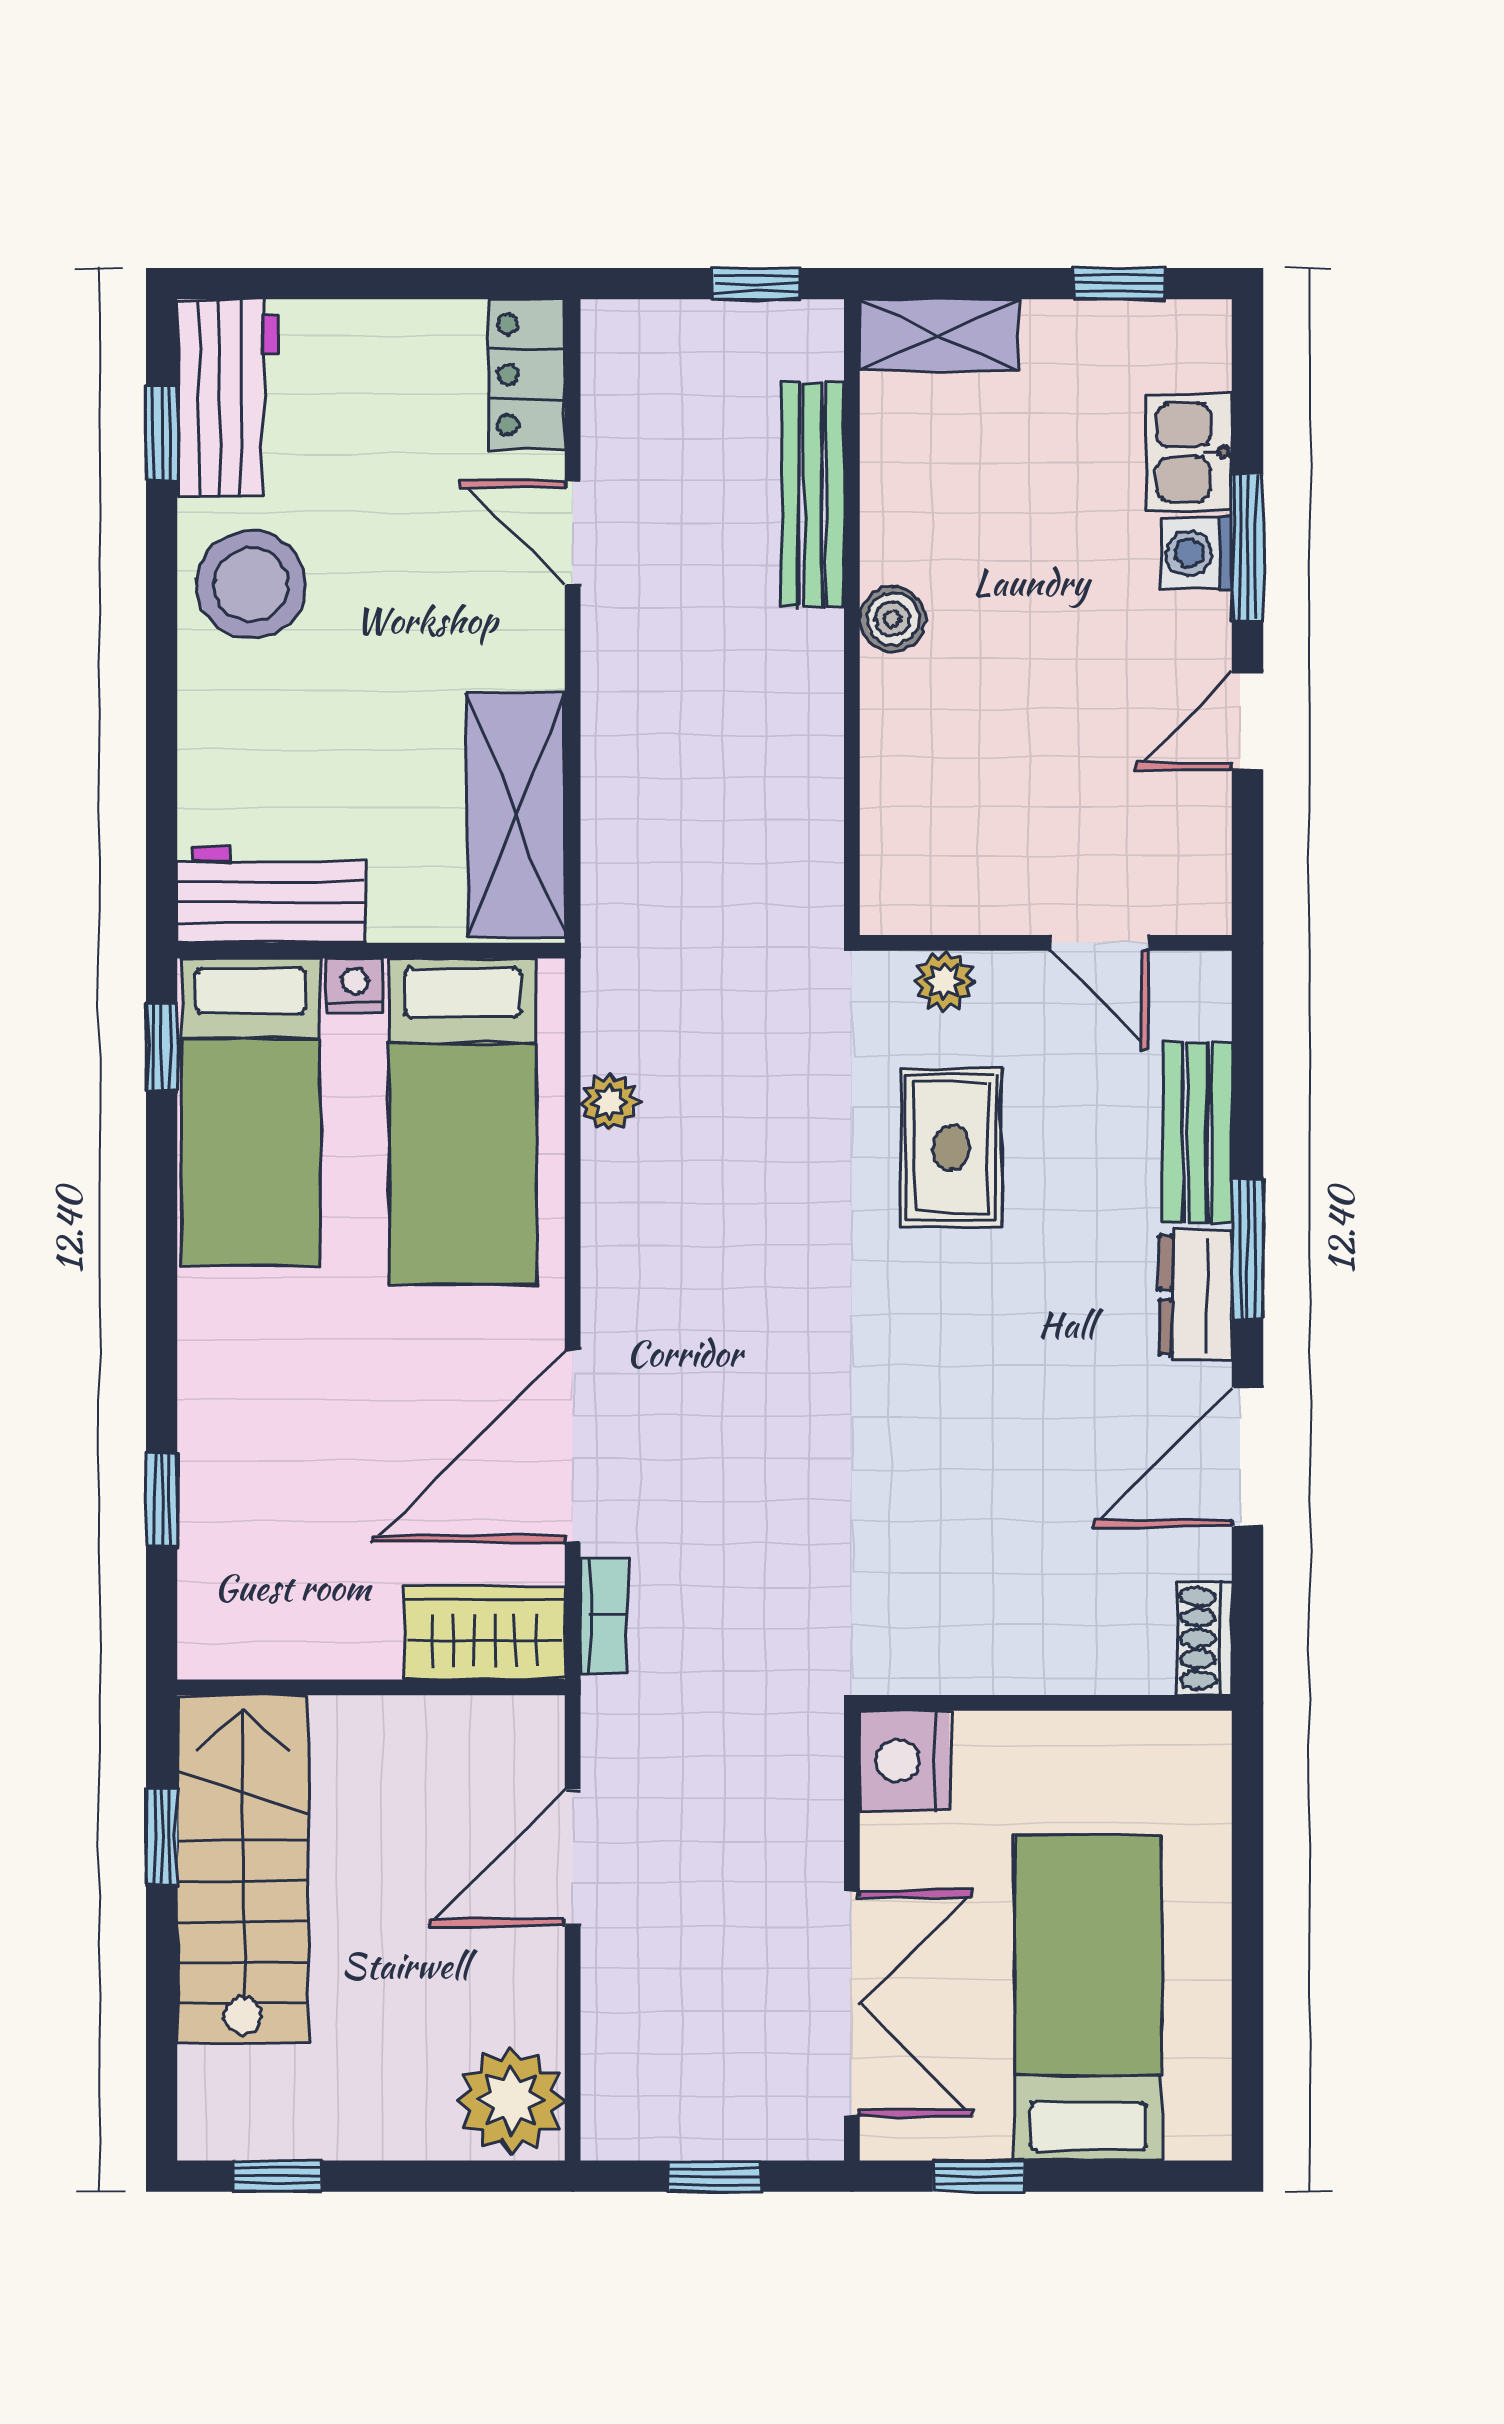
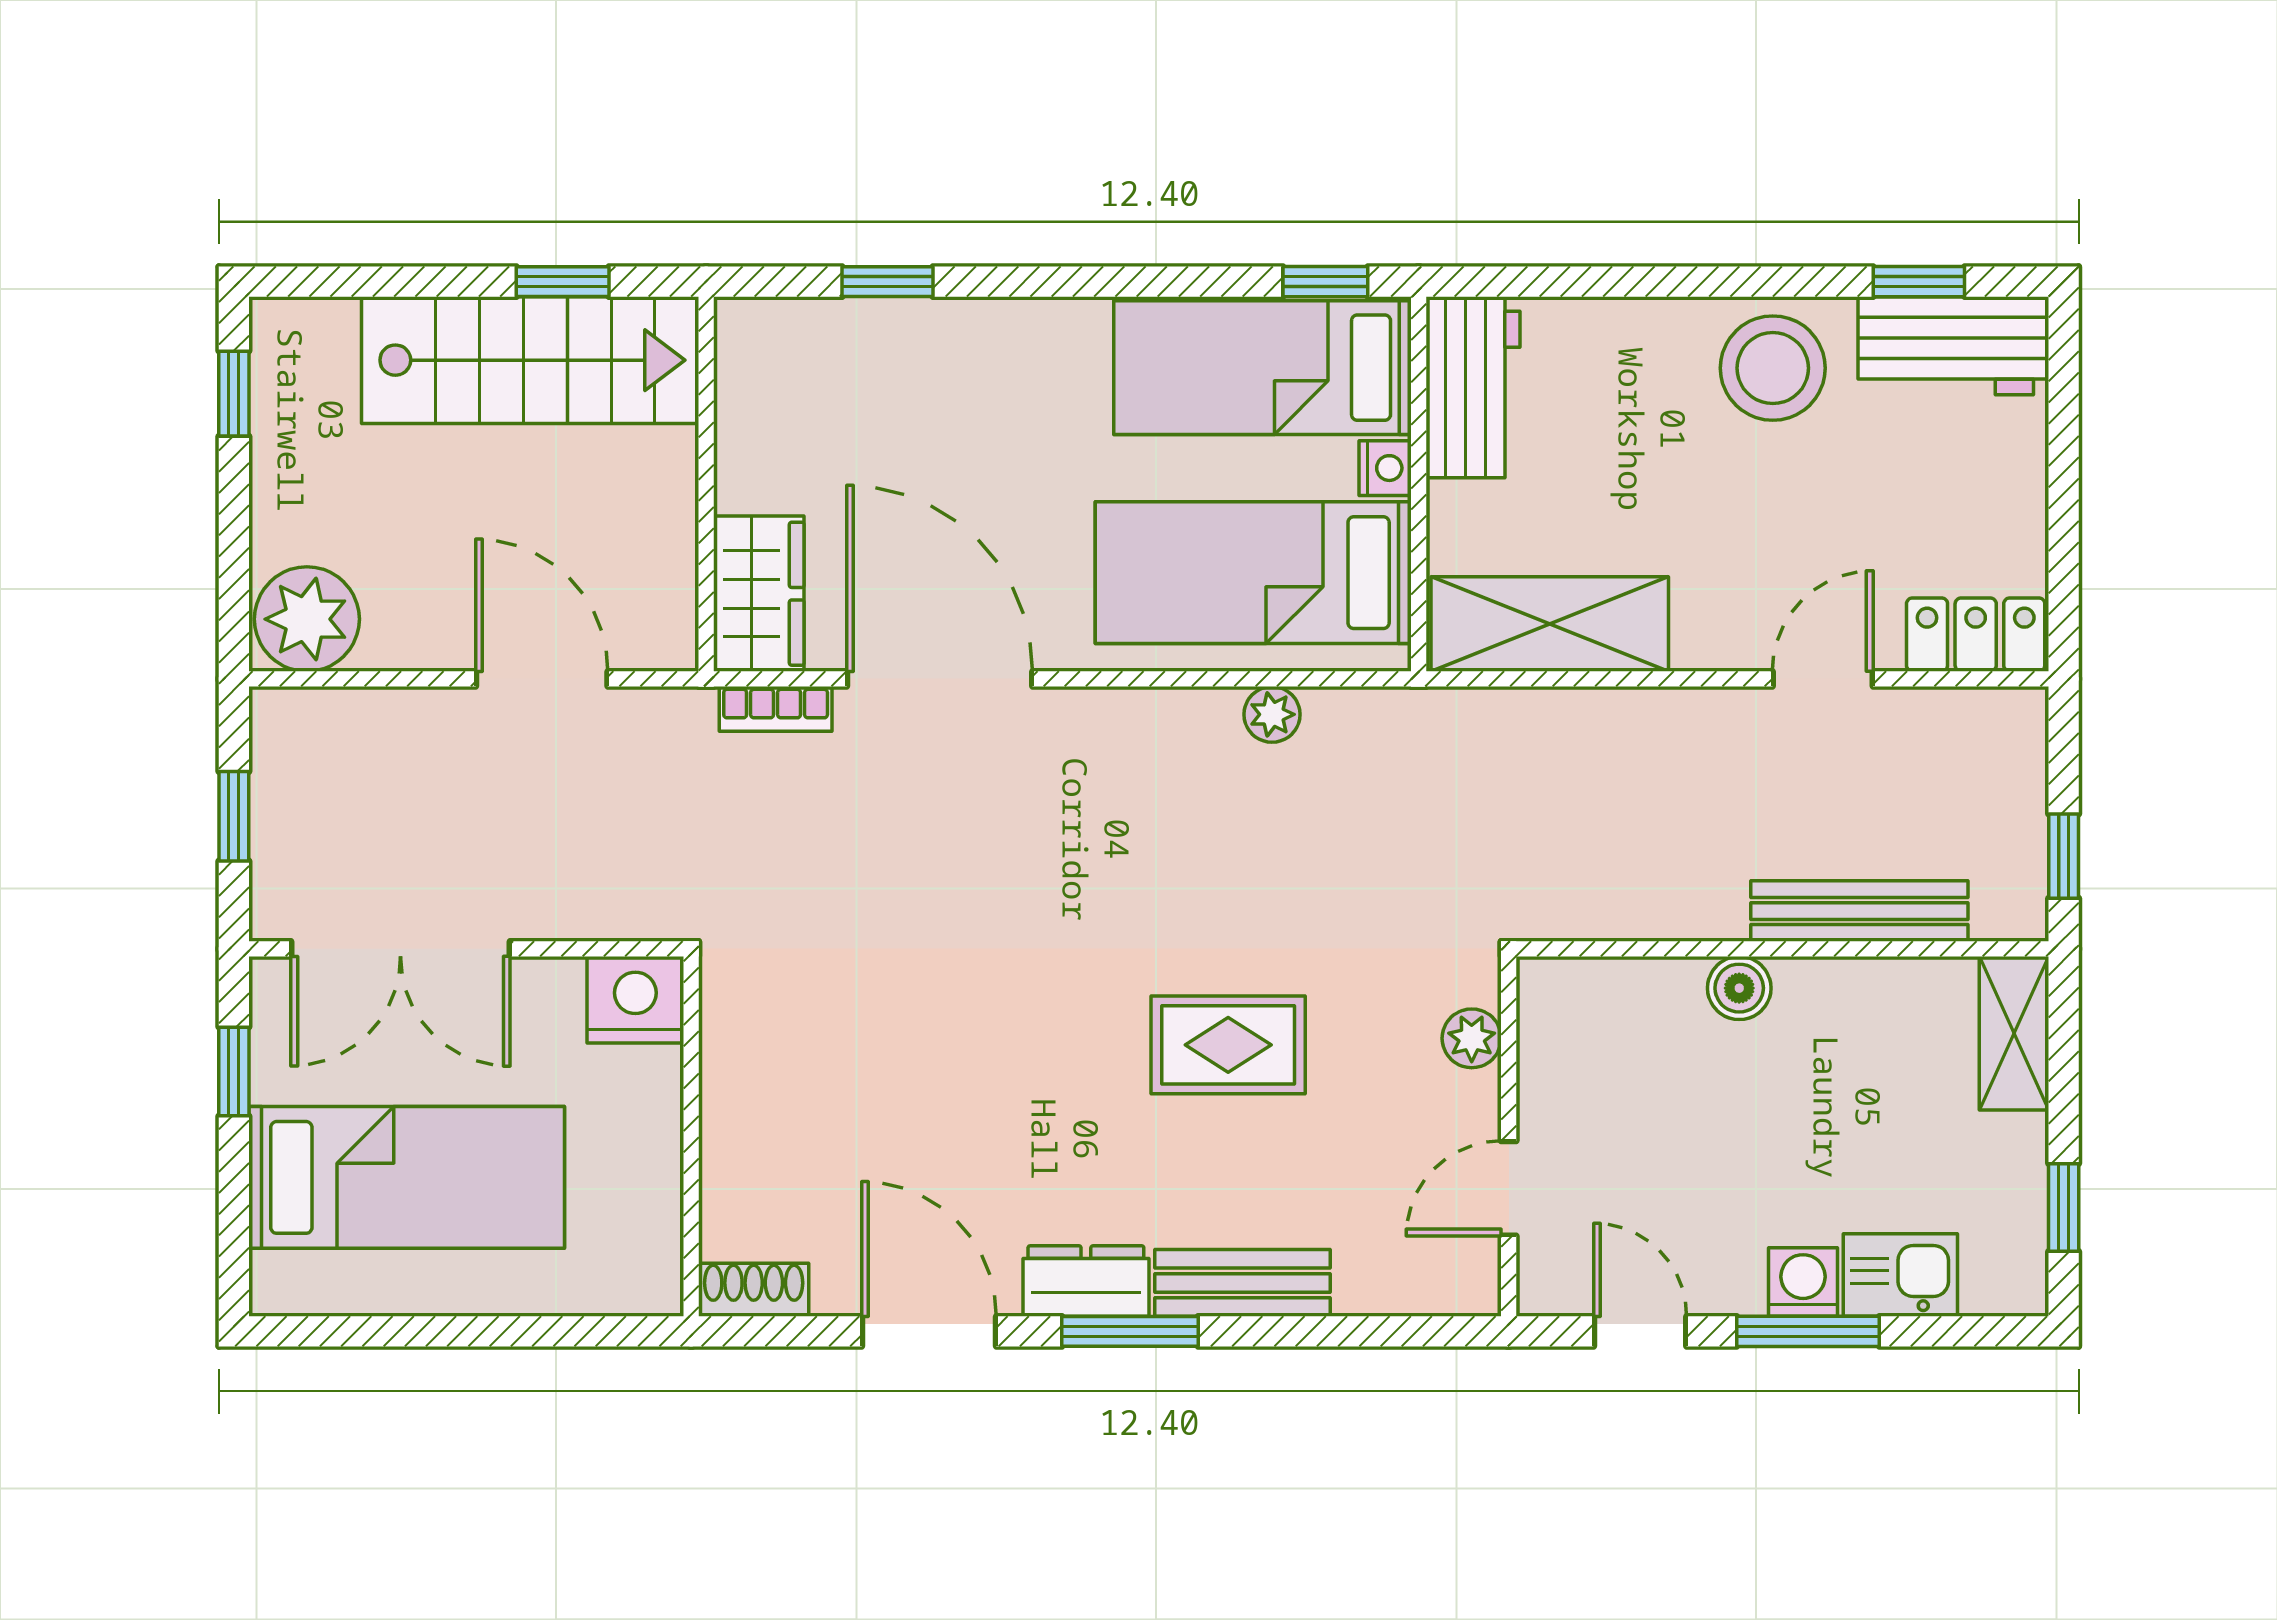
wall: (1046, 943) -> (1509, 1136), moved
door: (1100, 943) -> (1509, 1188), moved
plant: (944, 981) -> (1472, 1038), moved

